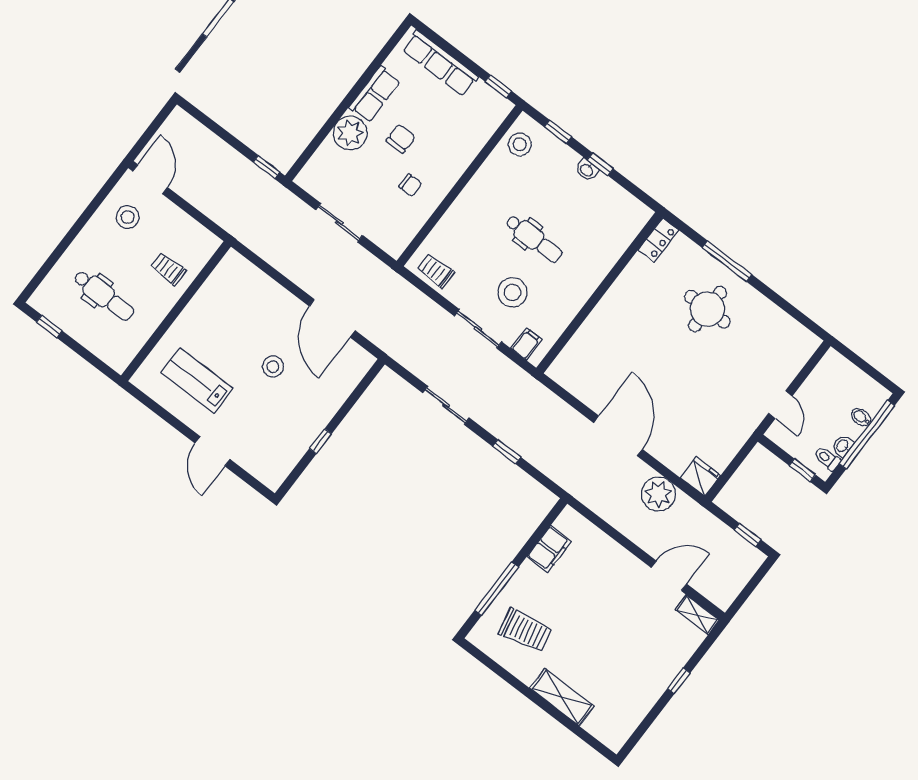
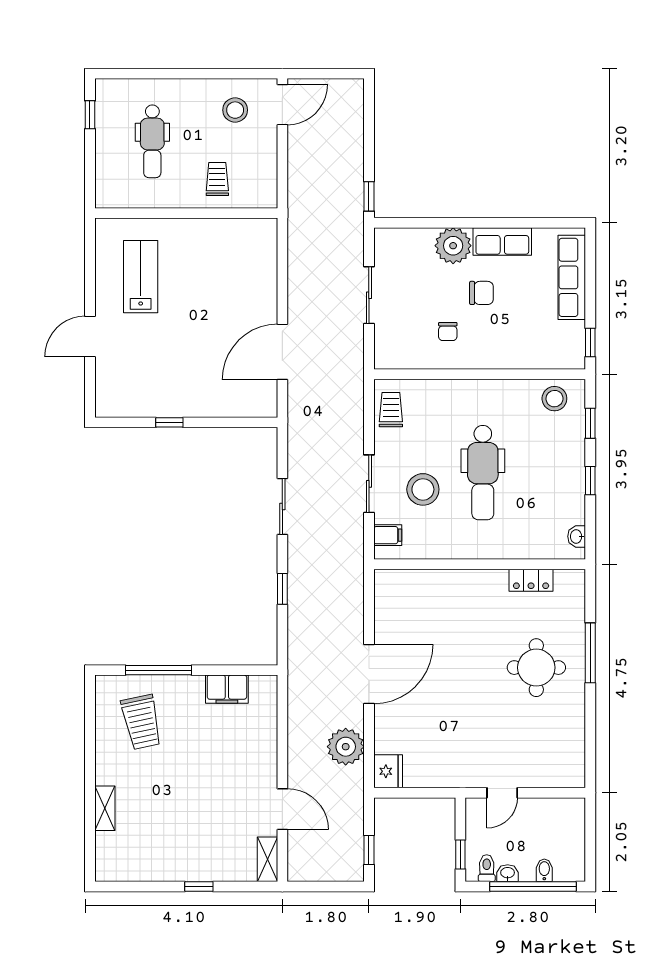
washbasin: (587, 170) -> (577, 536), moved
dental chair: (534, 239) -> (483, 473), width x1.36, depth x1.38
locker: (658, 240) -> (531, 580), moved
stool: (273, 366) -> (202, 333), removed
shelving: (562, 697) -> (105, 808), width x0.67, depth x0.75

